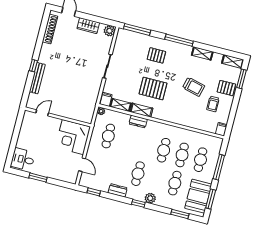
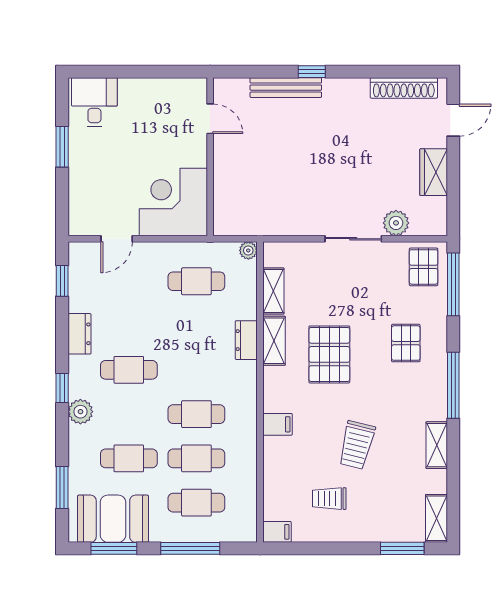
plant: (109, 31) -> (396, 223), moved
pallet: (226, 88) -> (424, 267), moved
filing cabinet: (106, 99) -> (278, 424), moved

